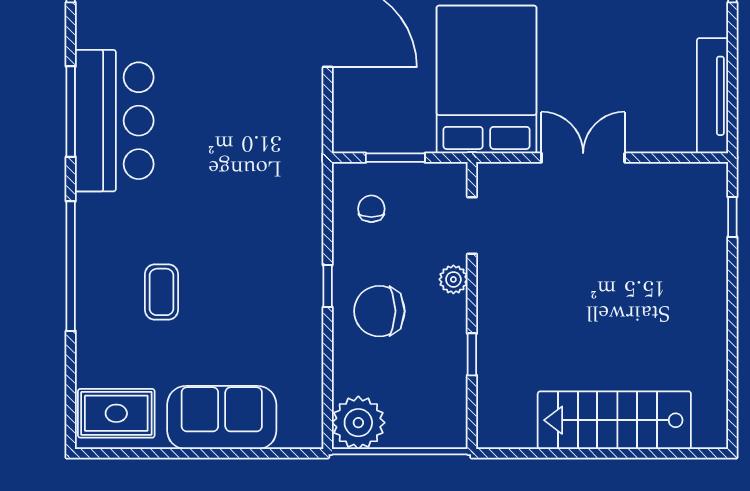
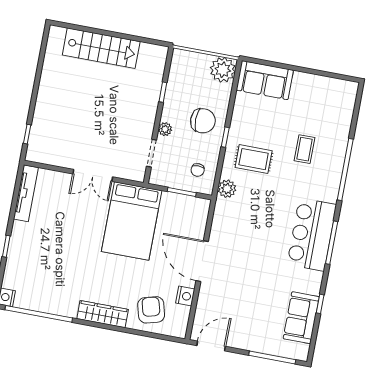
plant: (304, 182) -> (227, 189), added
rug: (116, 413) -> (254, 159), moved
sofa: (222, 418) -> (265, 80), moved

